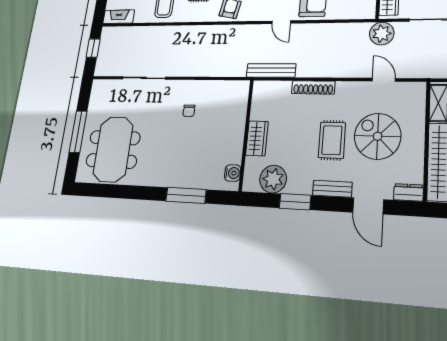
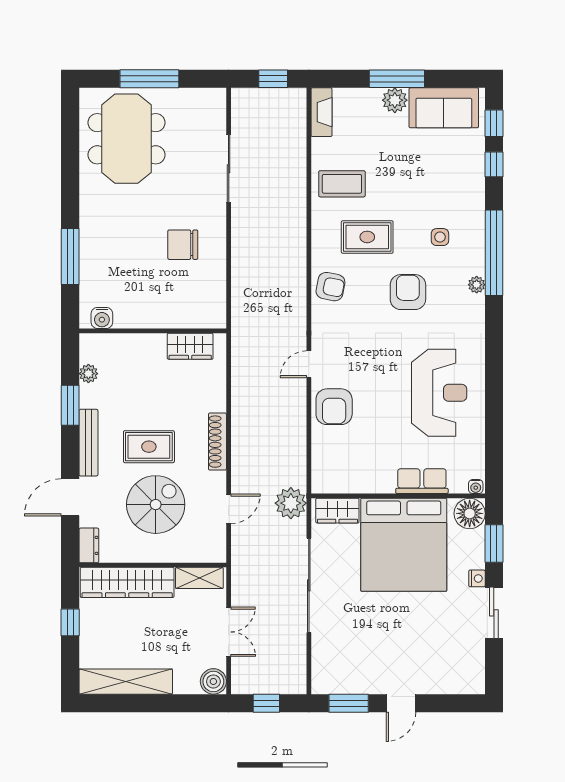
bench: (271, 70) -> (240, 356), removed
shoe rack: (313, 87) -> (217, 442), moved
chair: (189, 111) -> (183, 245), width x1.87, depth x1.87
wardrobe: (257, 138) -> (190, 346), moved
meeting table: (113, 149) -> (126, 139), turned 90
plant: (273, 179) -> (88, 374), width x0.53, depth x0.53
bench: (332, 189) -> (88, 443), width x1.36

